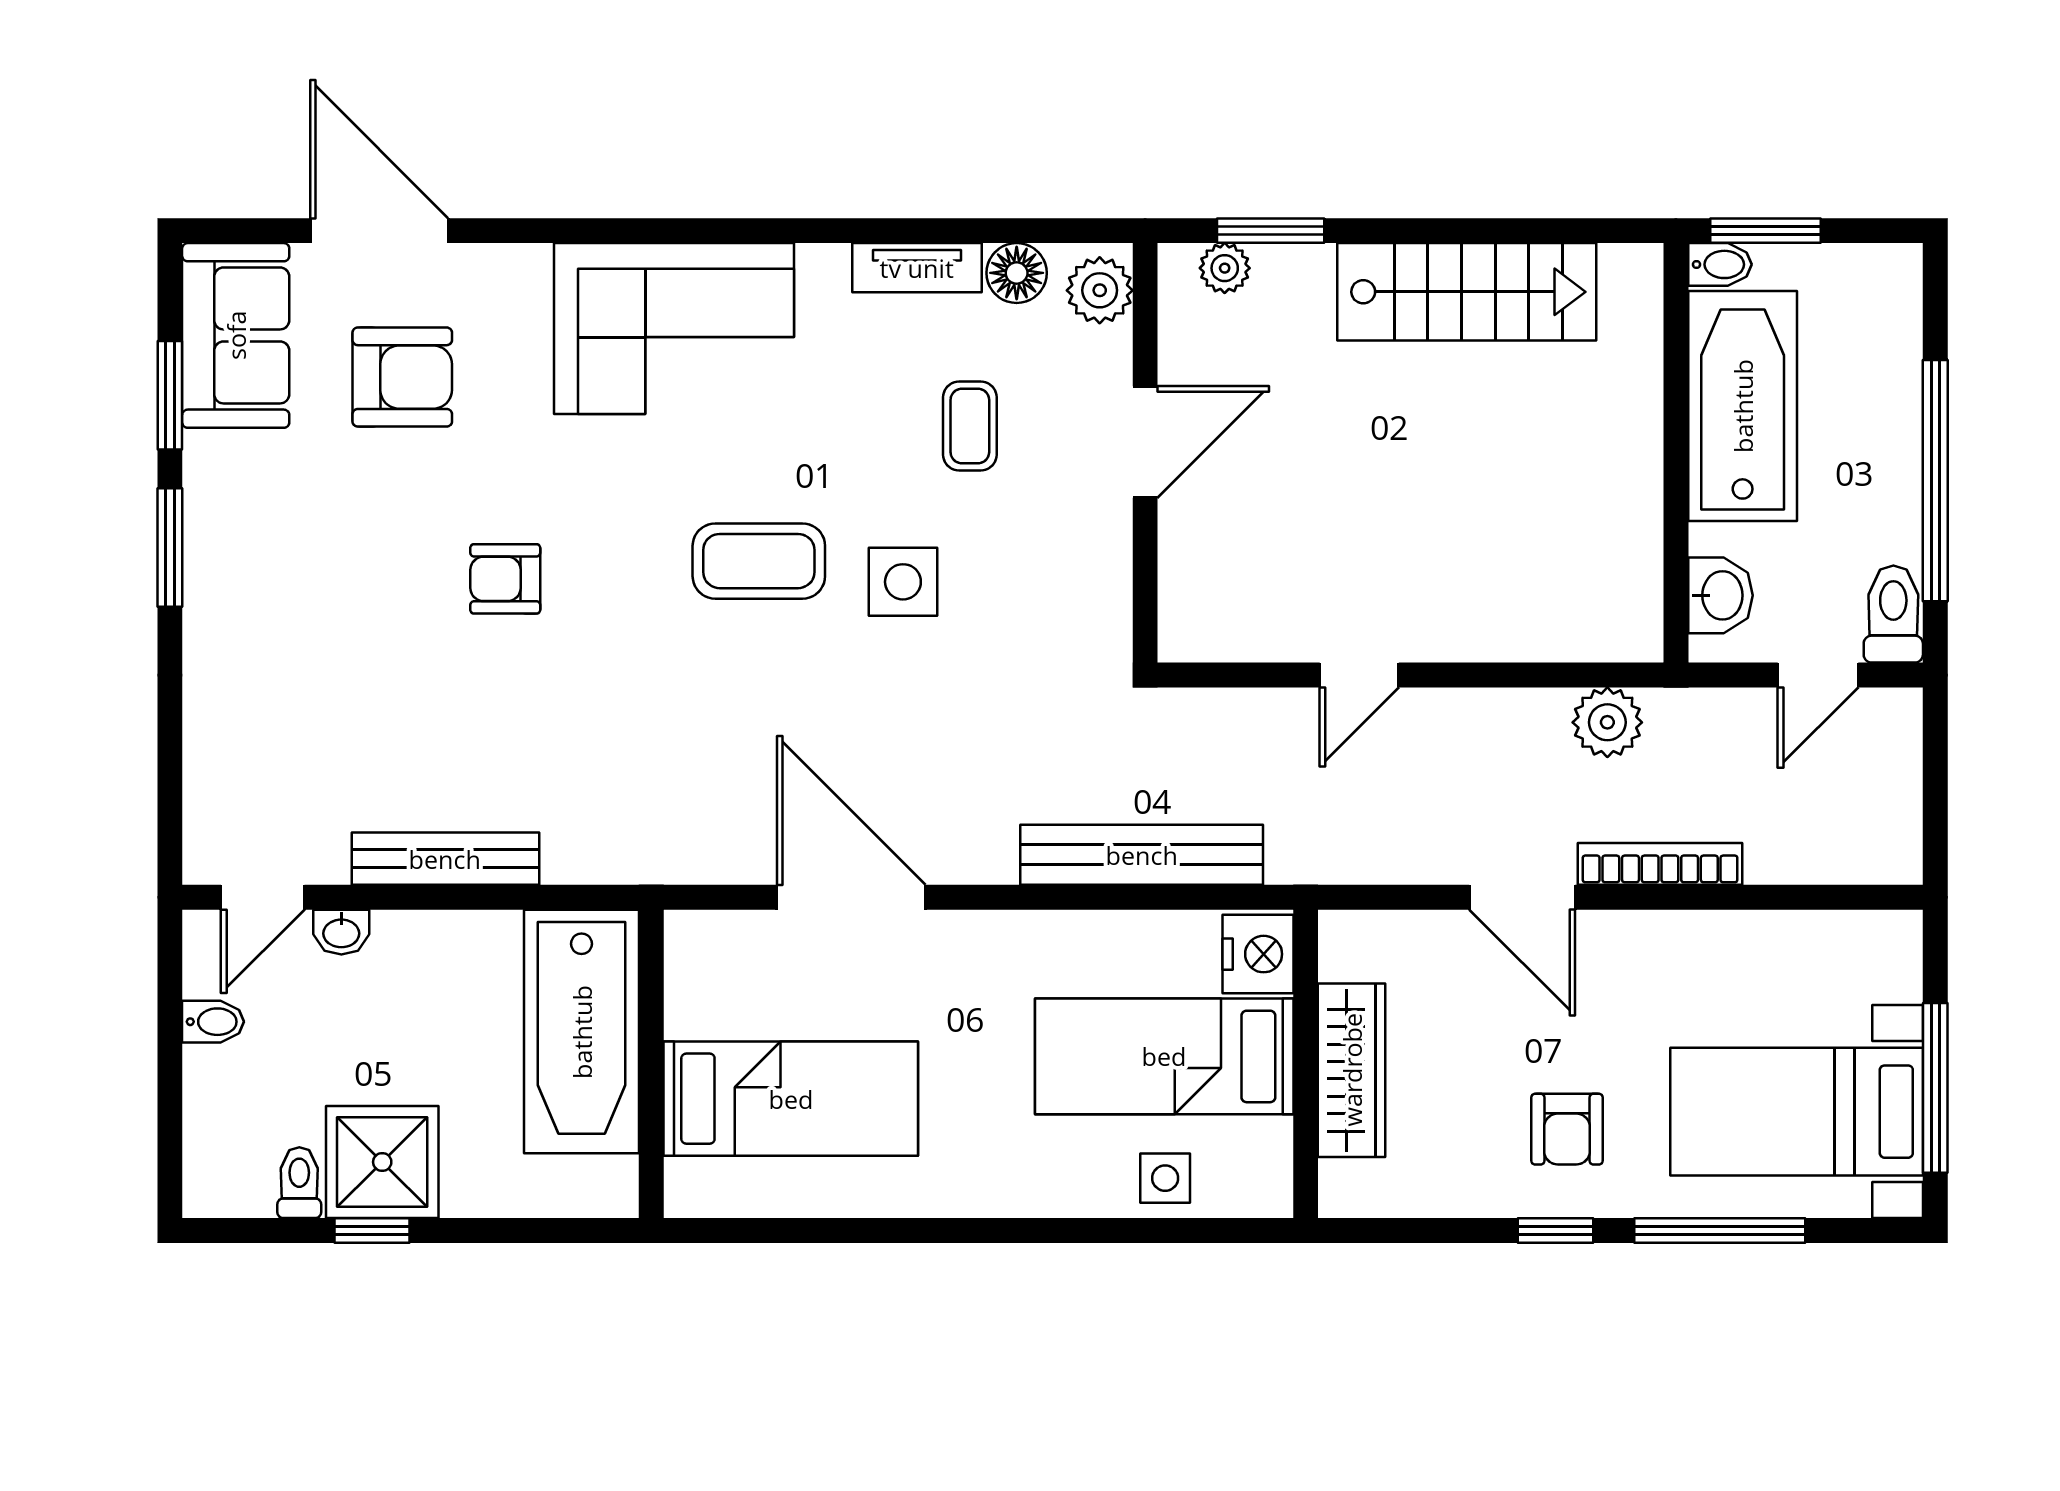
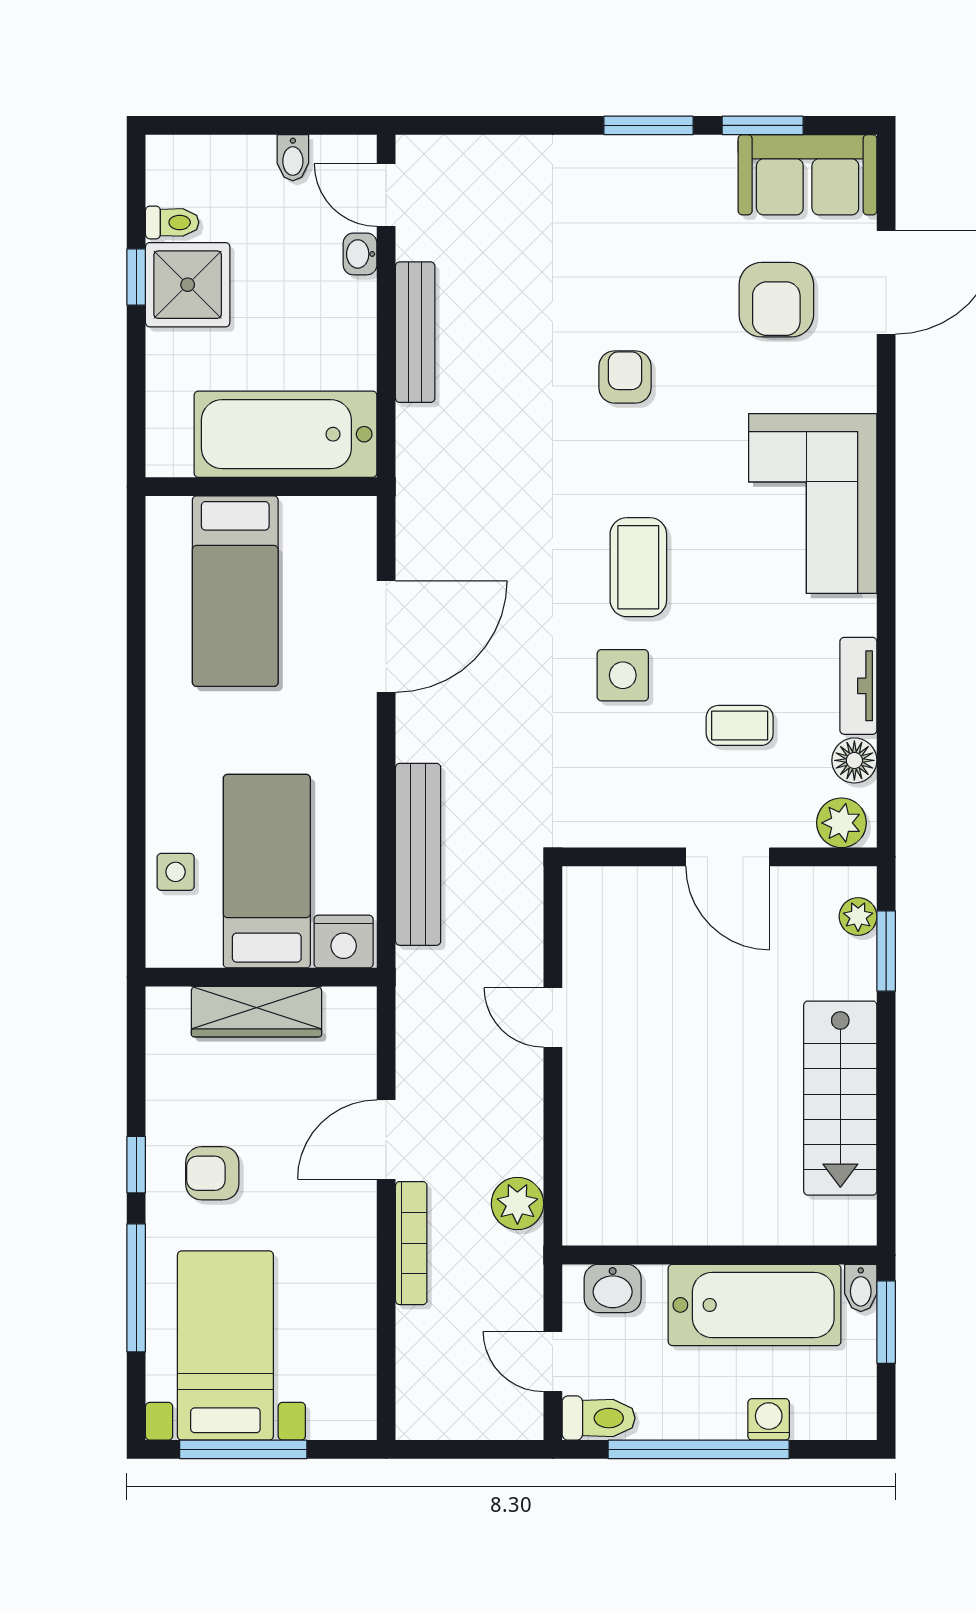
washing machine: (1895, 387) -> (769, 1419), added

